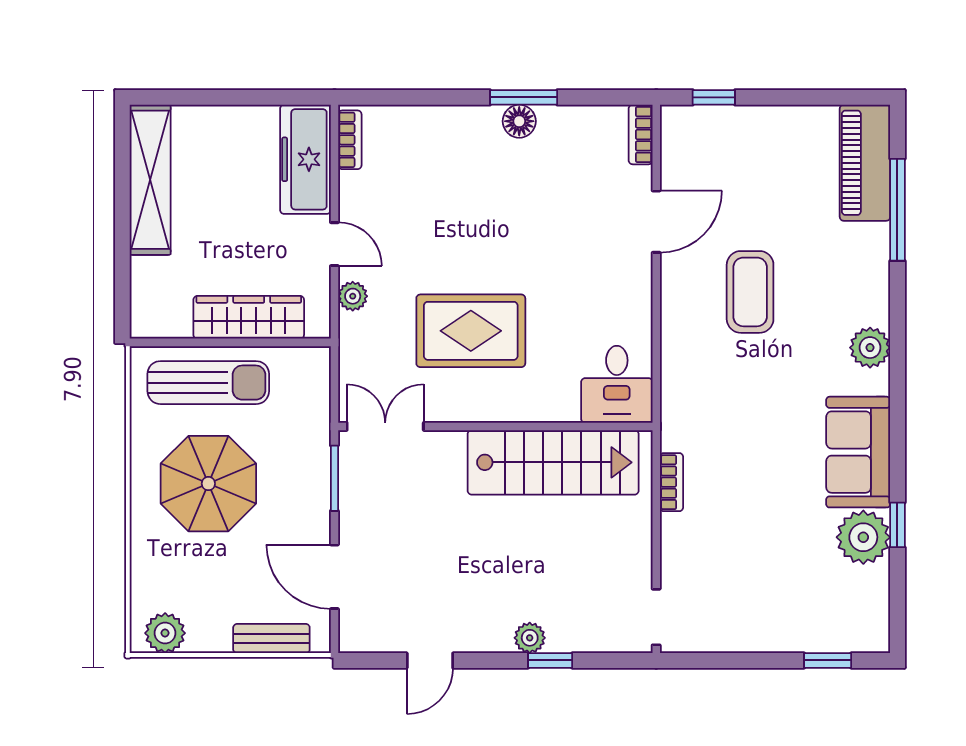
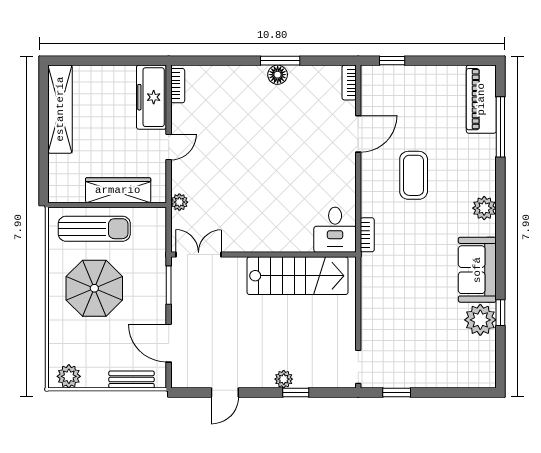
door: (334, 244) -> (169, 147), hinge flipped
plant: (353, 296) -> (179, 202), moved
rug: (471, 331) -> (249, 198), removed
bookcase: (671, 482) -> (367, 235), moved
window: (828, 660) -> (397, 392), moved

